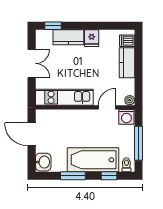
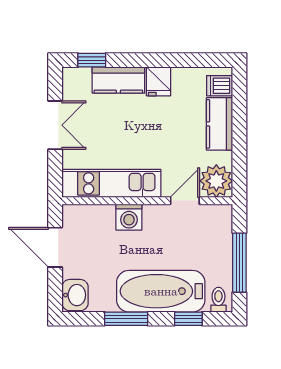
plant: (130, 100) -> (216, 181), width x1.88, depth x1.88
washing machine: (126, 117) -> (129, 217), moved

